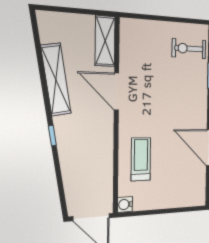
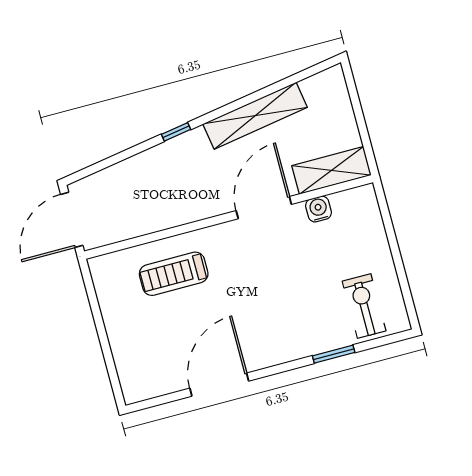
treadmill: (141, 159) -> (174, 274), turned 180
water cooler: (125, 204) -> (319, 209), moved

